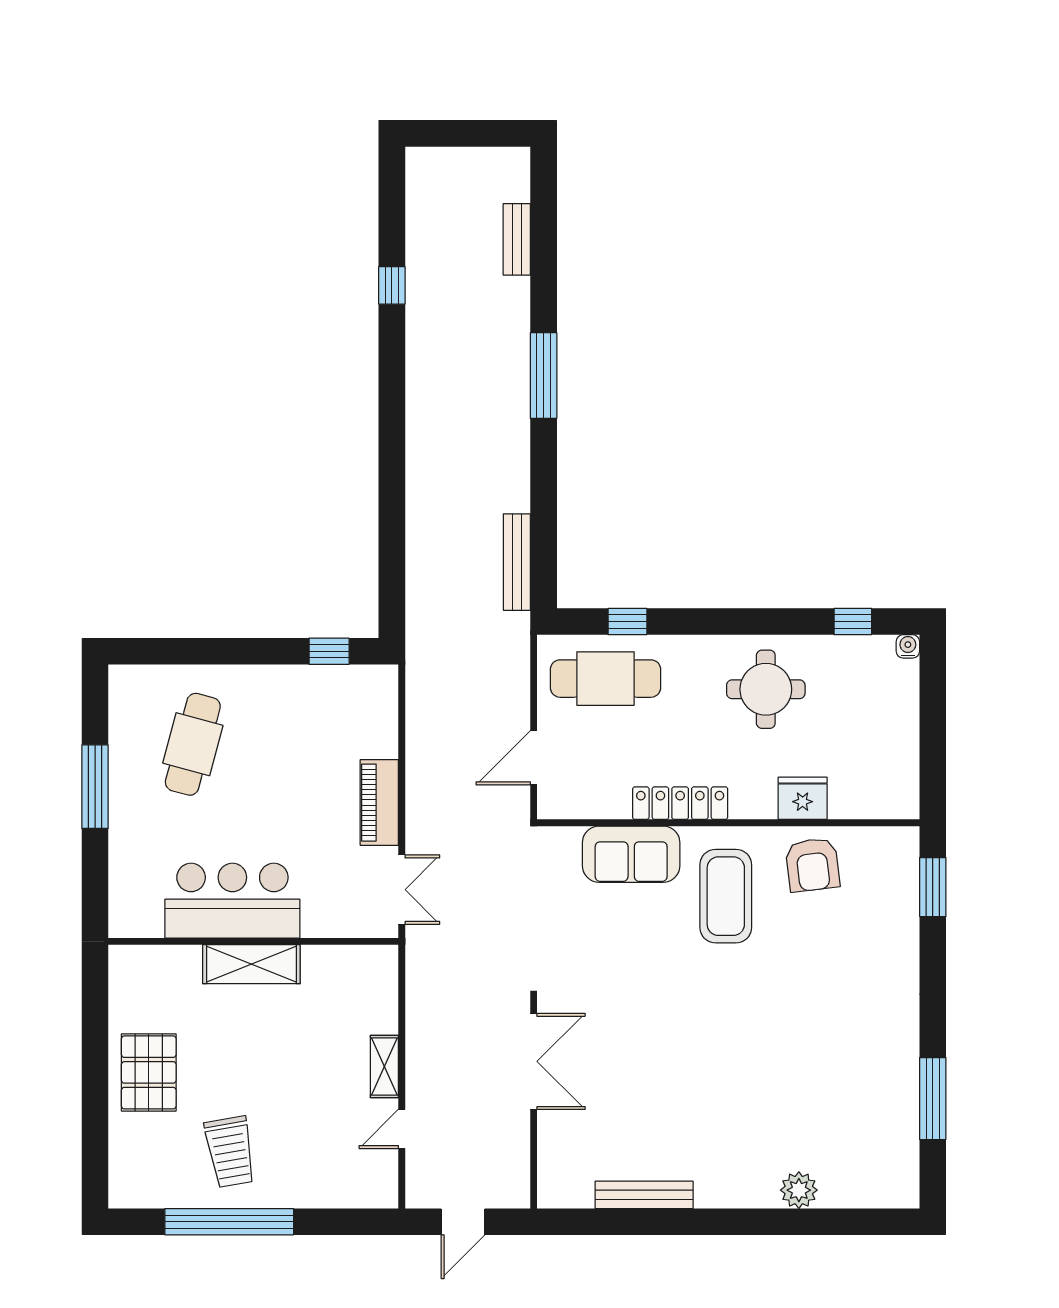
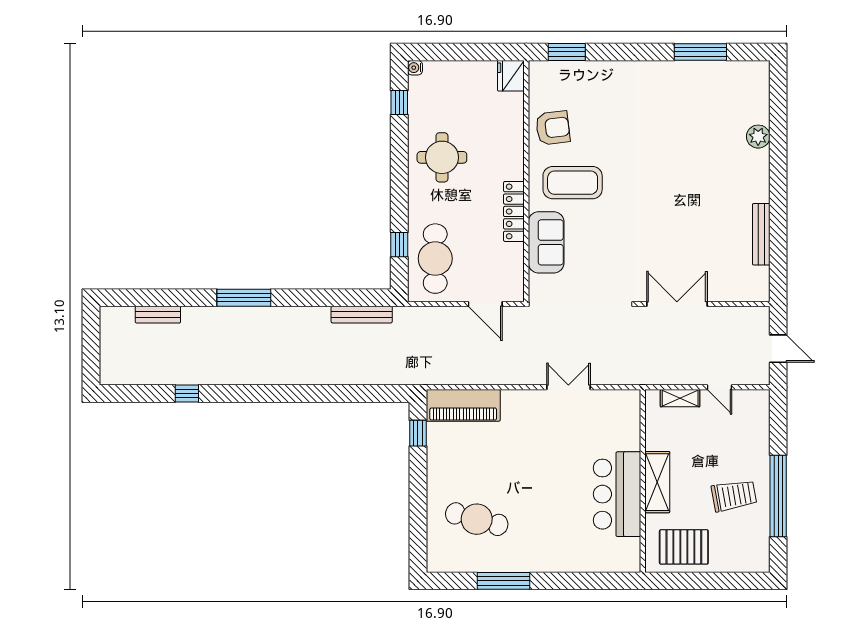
fridge: (803, 798) -> (511, 76), moved
piano: (379, 803) -> (463, 405), moved, width x1.37, depth x1.33
bar counter: (232, 901) -> (617, 494), moved
wall: (253, 941) -> (643, 481), moved
shelving: (251, 964) -> (657, 482), moved

